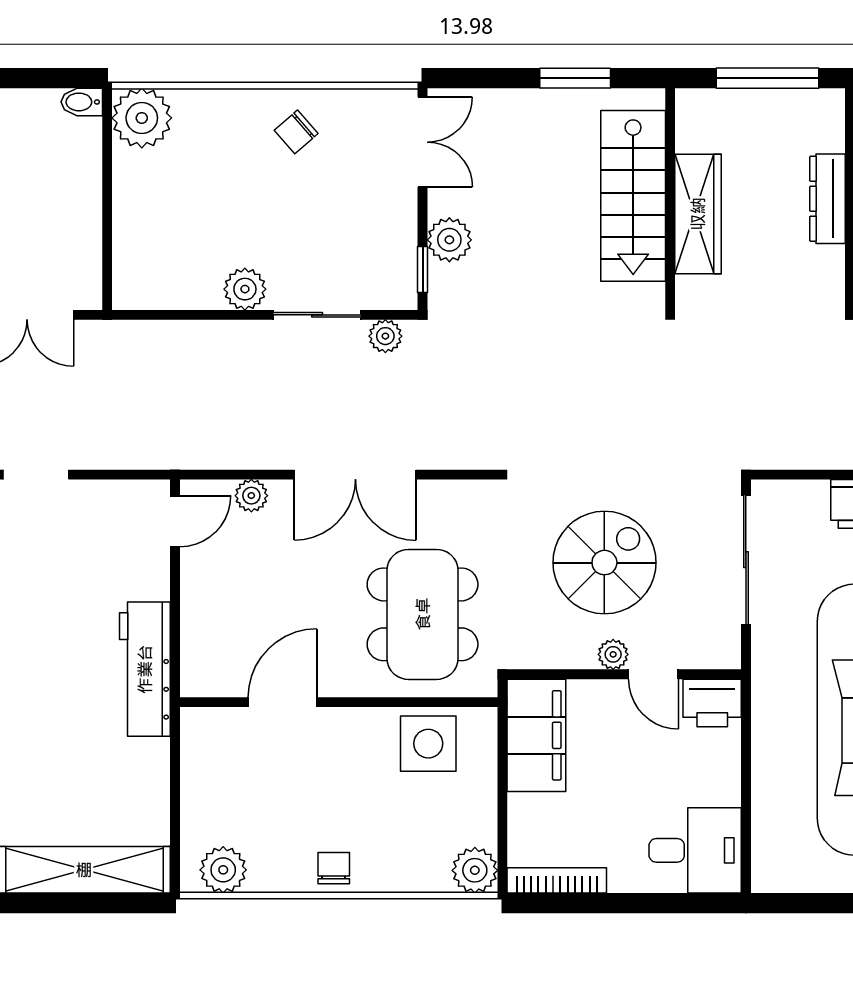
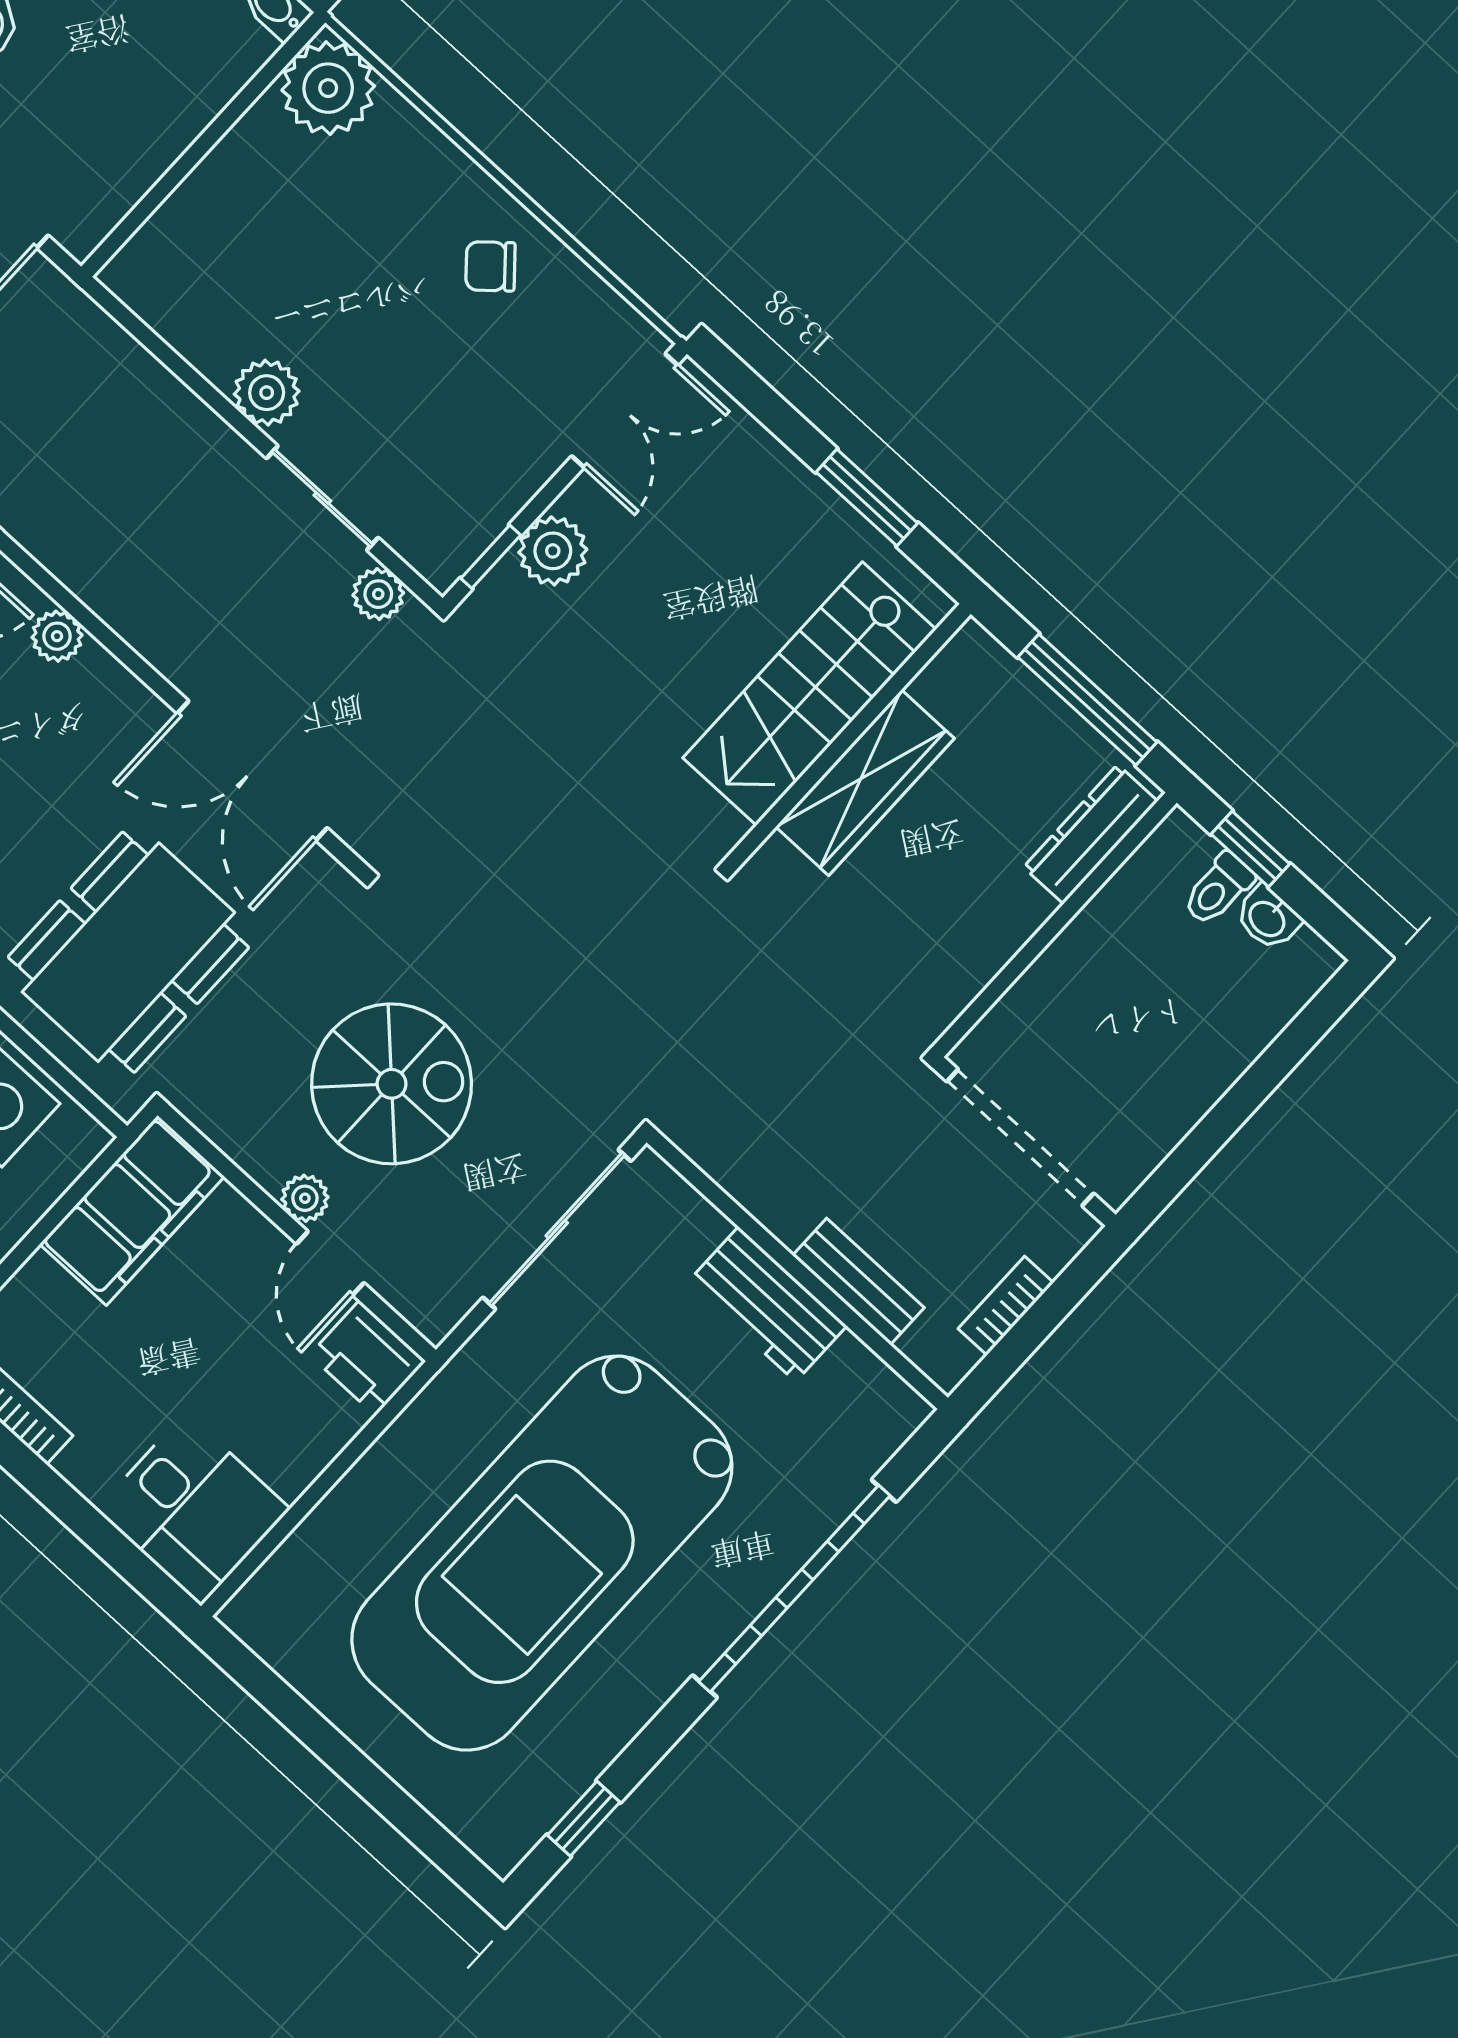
dresser: (827, 199) -> (1091, 834), moved
double door: (355, 475) -> (252, 771), moved

